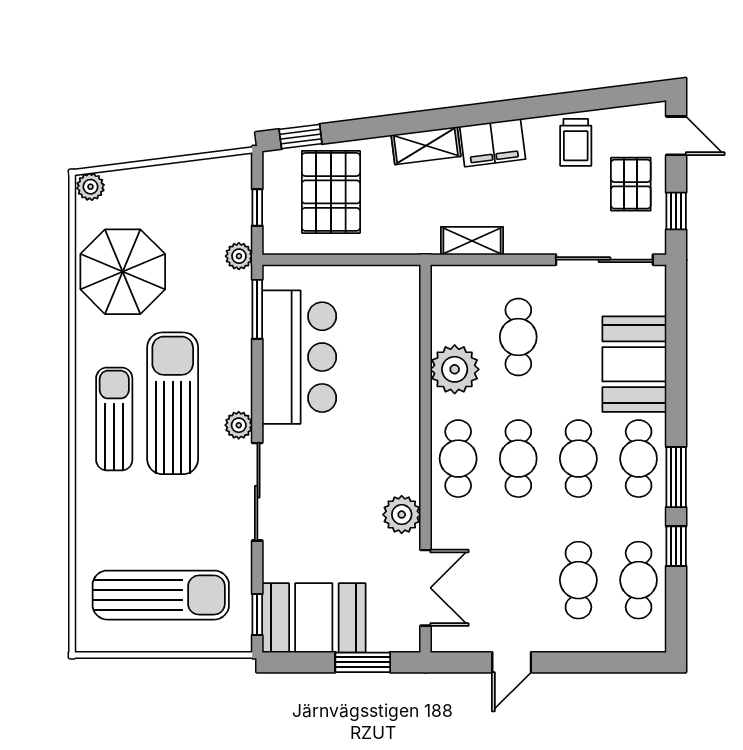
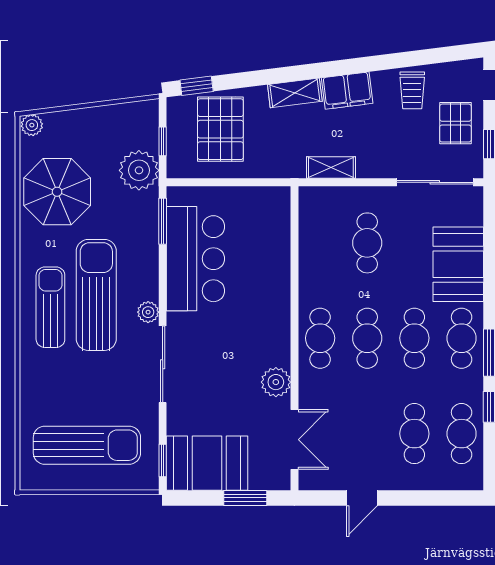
plant: (239, 256) -> (139, 170), width x1.88, depth x1.88
plant: (455, 369) -> (317, 268), removed

